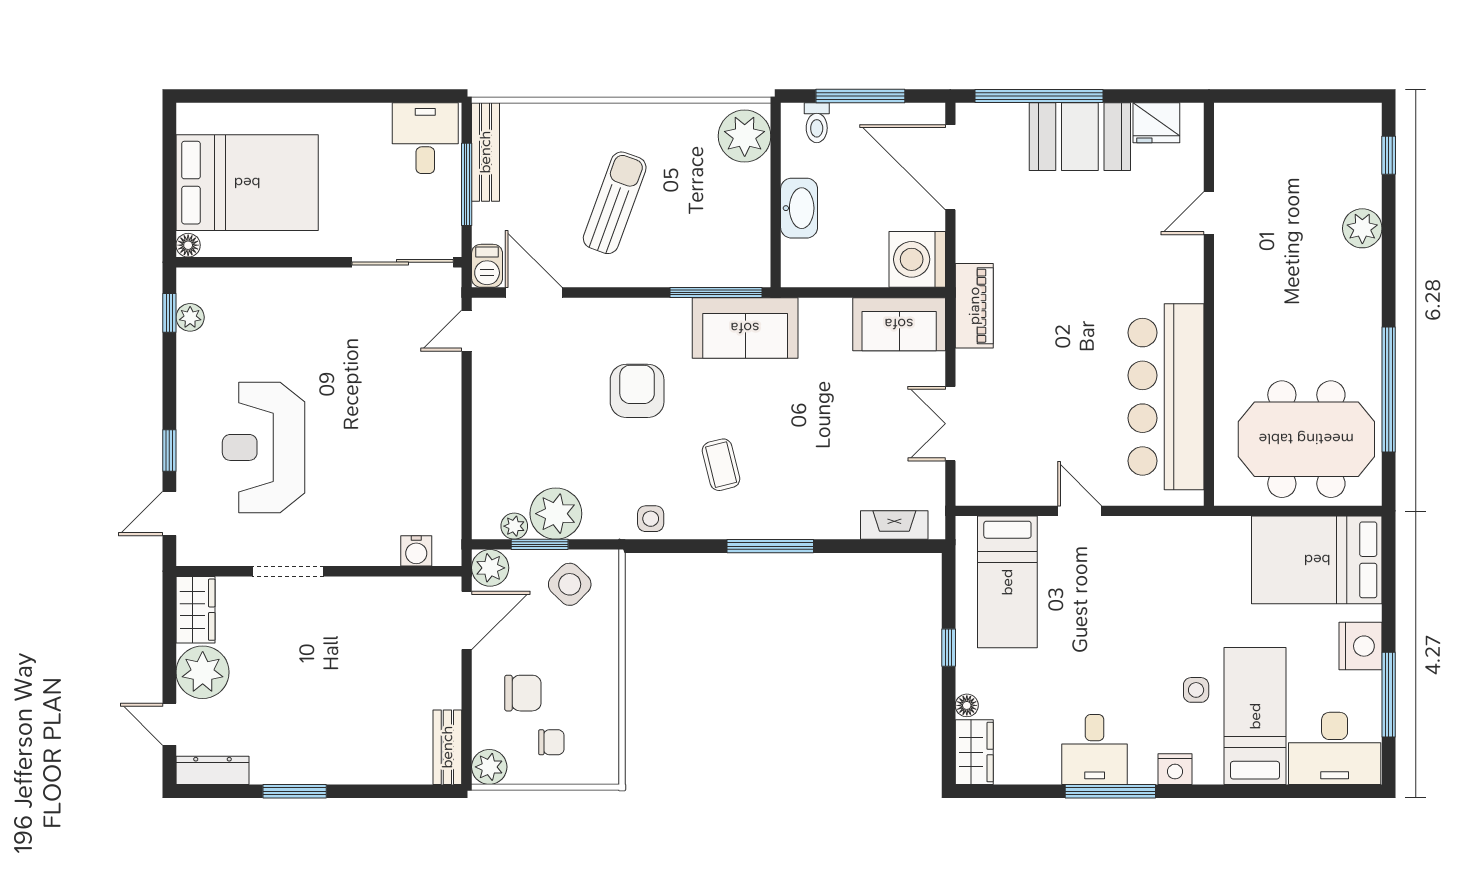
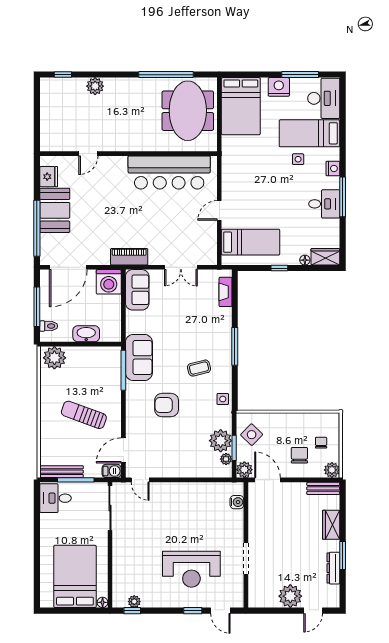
door: (1209, 213) -> (88, 154), hinge flipped
wardrobe: (195, 610) -> (331, 525), moved, turned -90
dresser: (213, 770) -> (333, 568), moved

